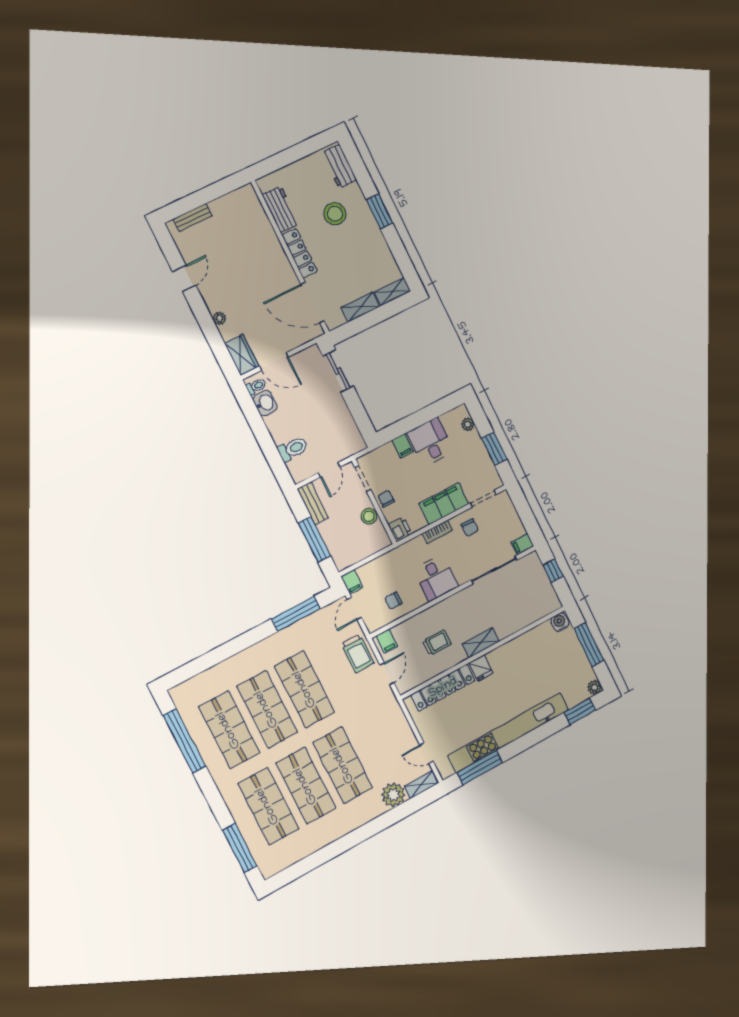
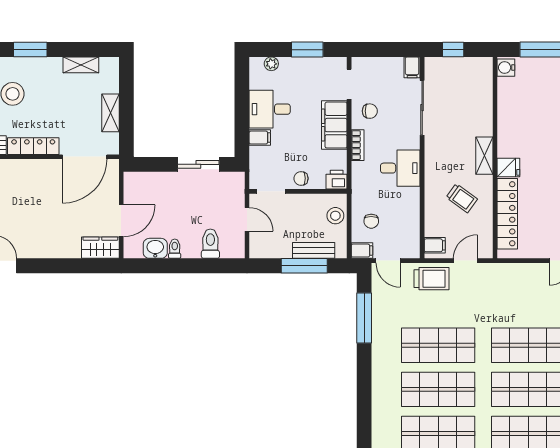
shelving: (392, 292) -> (81, 65), moved, turned 90
plant: (219, 318) -> (57, 252), removed
sliding door: (338, 371) -> (198, 164), moved
toilet: (256, 386) -> (175, 249), moved
bench: (313, 503) -> (314, 250), moved
stool: (369, 516) -> (335, 216), moved
chair: (393, 601) -> (371, 221), moved
trolley: (437, 643) -> (462, 198), turned 126
door: (387, 674) -> (465, 261), hinge flipped

